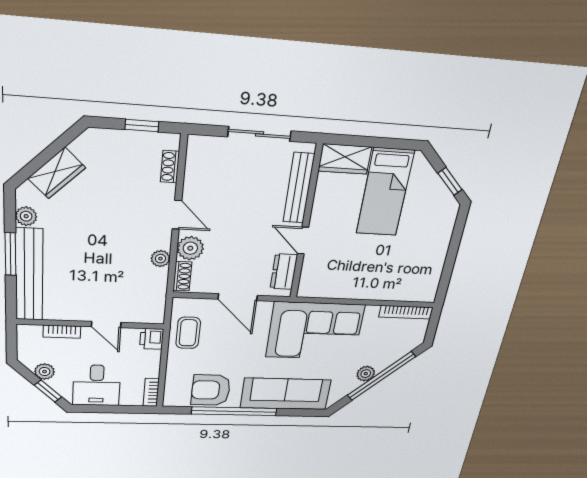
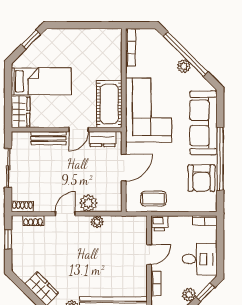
bench: (299, 188) -> (48, 138), width x0.73
shoe rack: (182, 276) -> (22, 206), moved
cot: (333, 282) -> (109, 104), added

